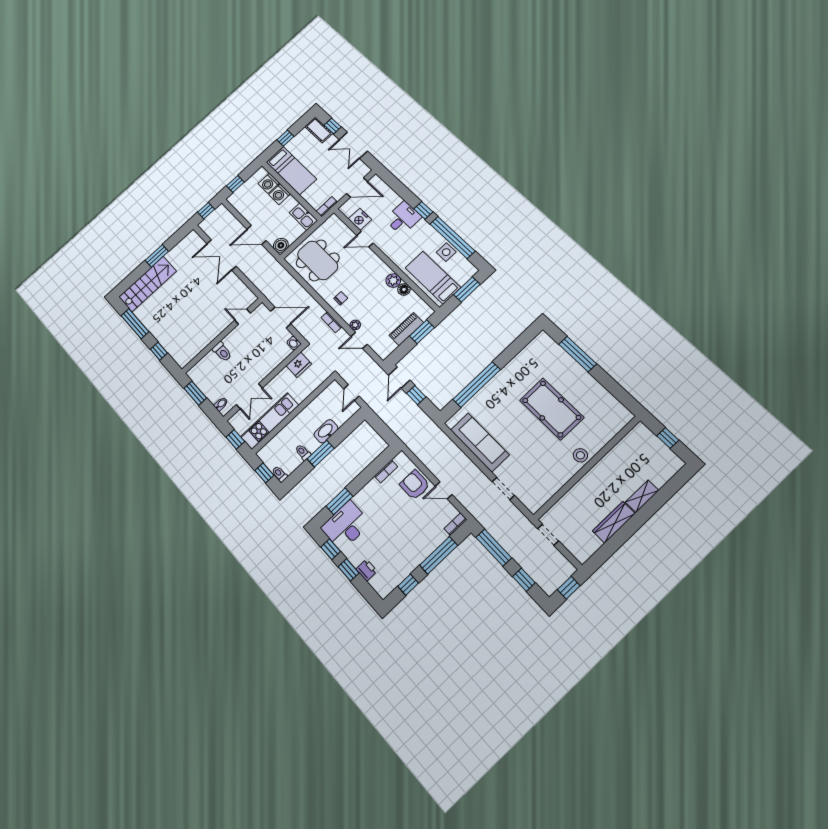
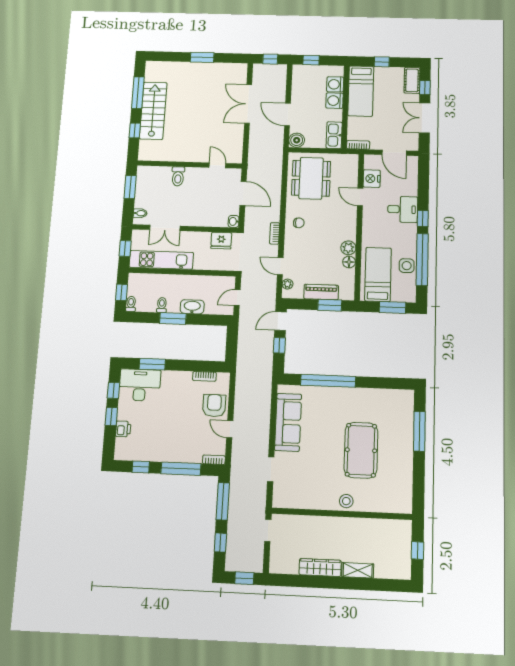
stairs: (148, 284) -> (153, 111), moved, turned -90
plant: (355, 325) -> (288, 284), moved

